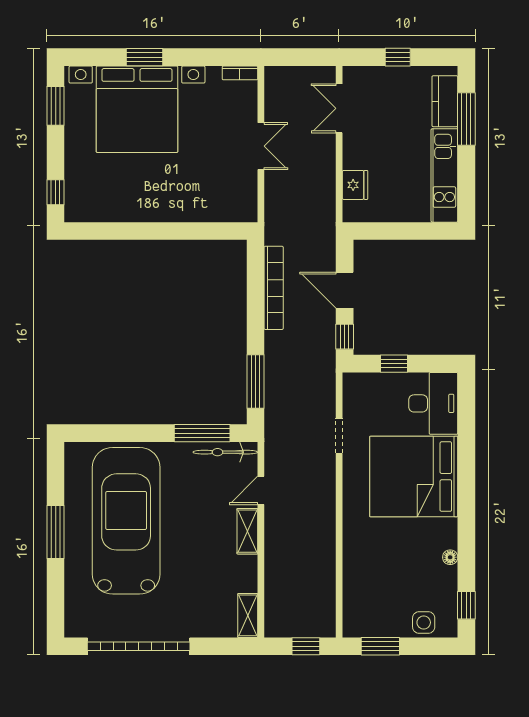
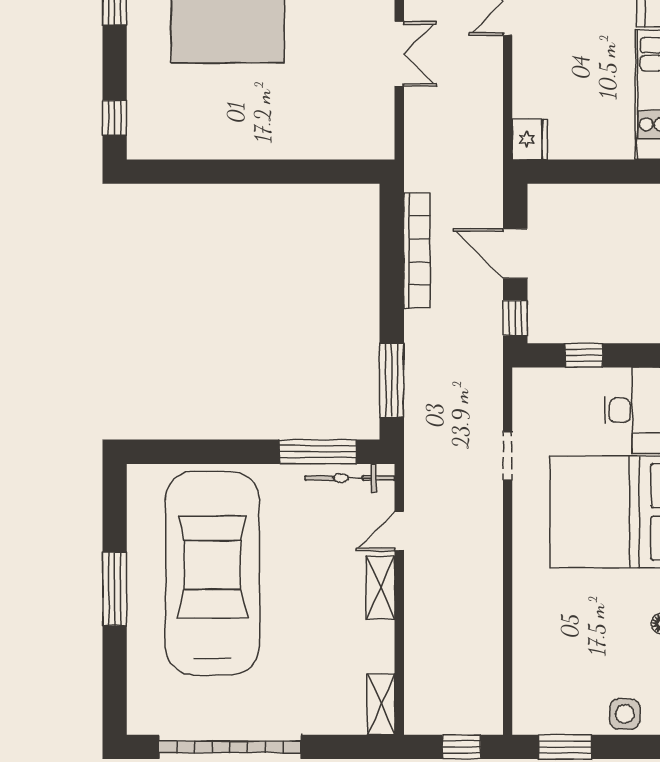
fridge: (355, 185) -> (530, 139), moved

